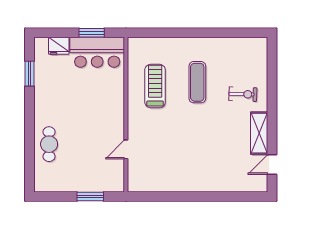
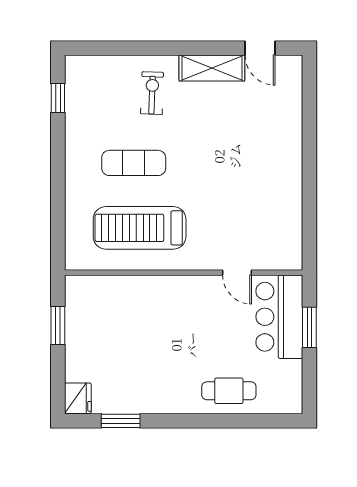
window: (240, 33) -> (58, 98), added
fridge: (59, 46) -> (78, 398), moved
bar counter: (97, 52) -> (279, 317), moved, turned 180
treadmill: (155, 86) -> (140, 228), width x1.37, depth x1.37

